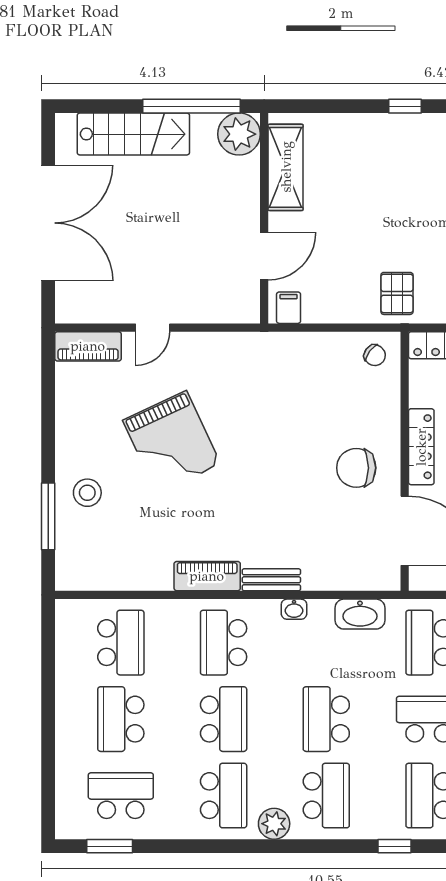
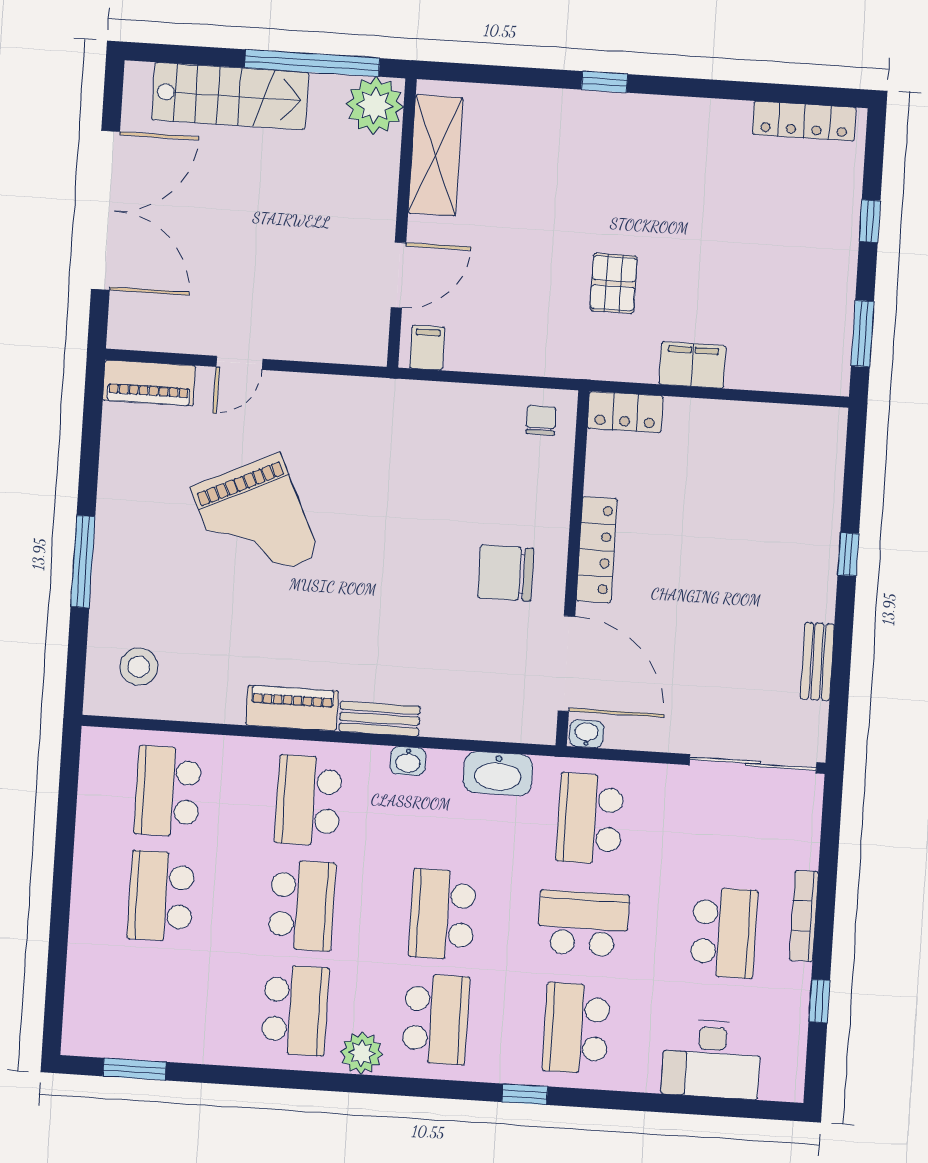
pallet: (397, 293) -> (614, 283), moved
chair: (375, 355) -> (541, 420), turned -127
stool: (87, 493) -> (139, 667), moved
window: (48, 516) -> (83, 562), moved
washbasin: (423, 581) -> (586, 734), added
school desk: (121, 643) -> (168, 791), turned 180
school desk: (121, 796) -> (154, 1001), removed

